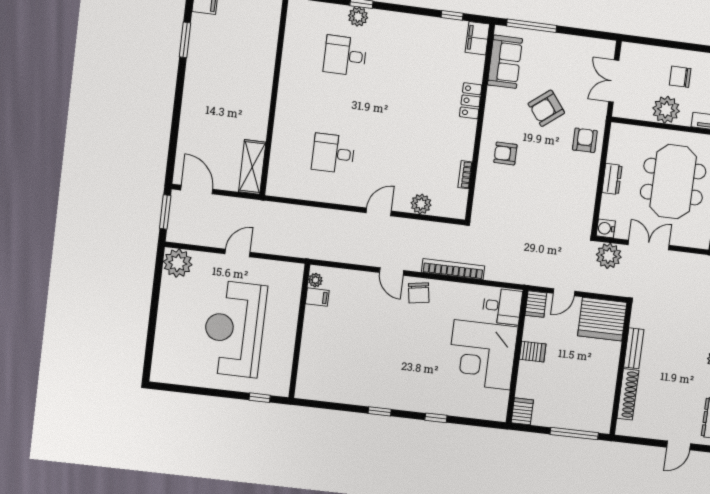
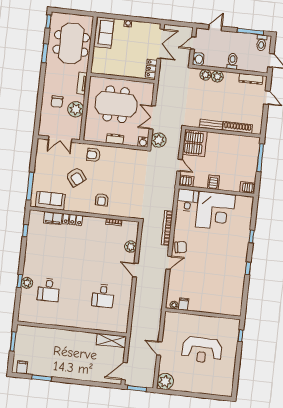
filing cabinet: (477, 38) -> (53, 218), moved
reception desk: (234, 329) -> (202, 350), width x0.74, depth x0.77

